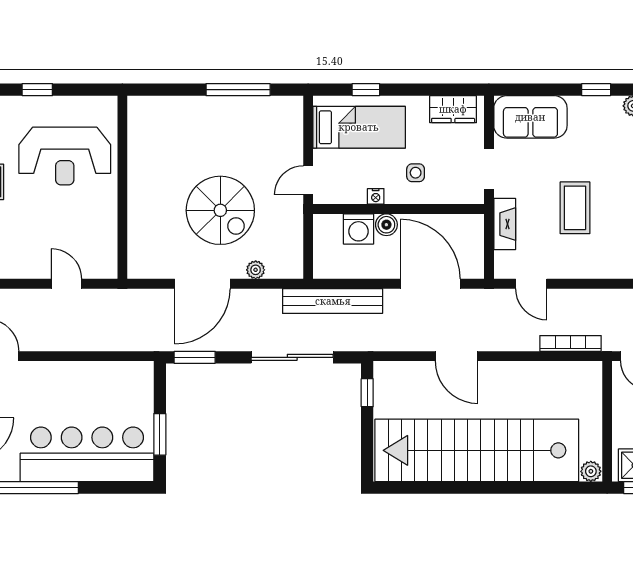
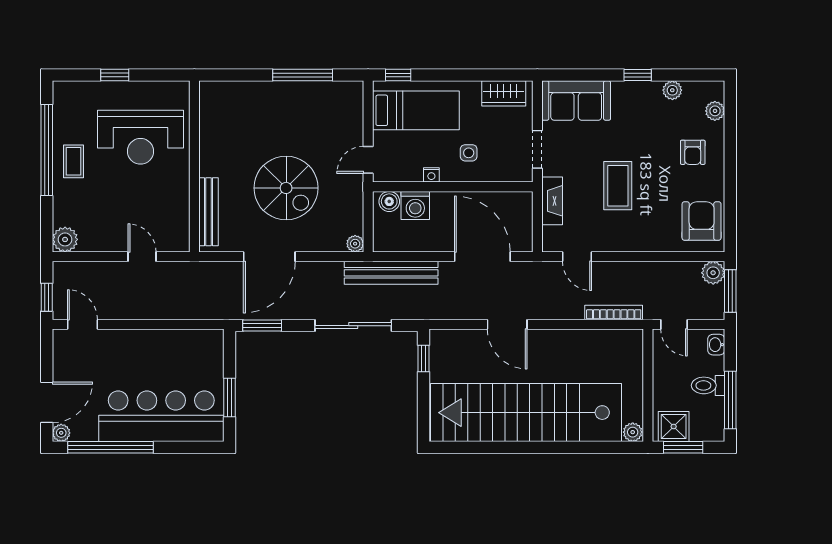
window: (366, 90) -> (398, 75), moved
boiler: (386, 225) -> (389, 201), moved
bench: (137, 236) -> (209, 212), added
plant: (256, 270) -> (355, 244), moved

